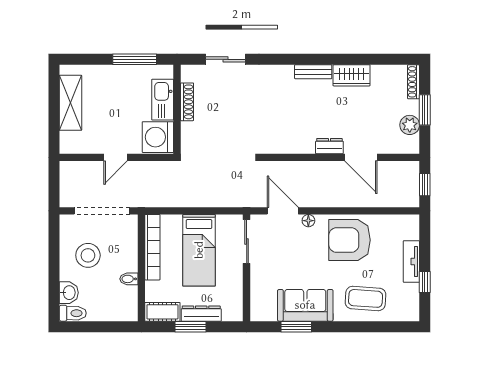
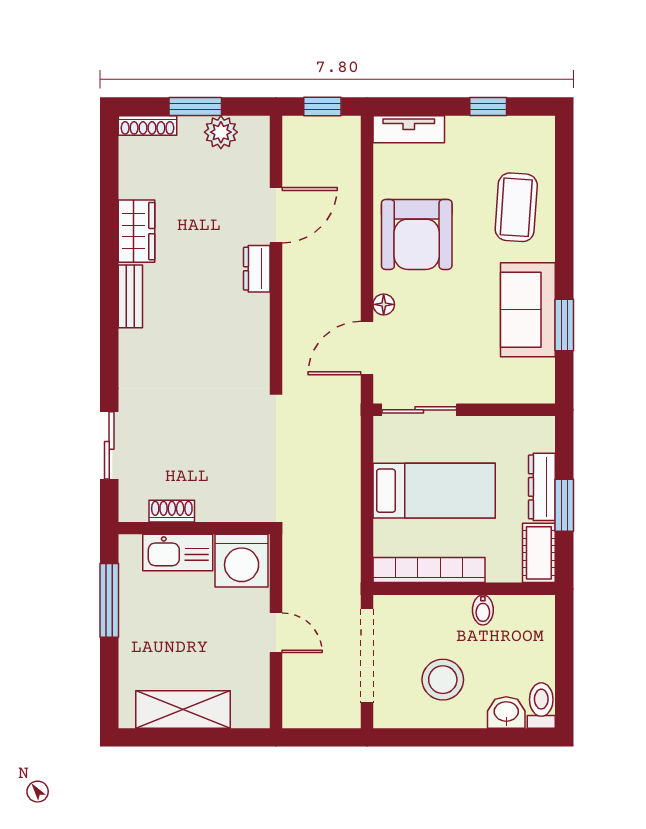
shoe rack: (187, 102) -> (172, 511), width x0.70
tv unit: (411, 262) -> (409, 129), moved

